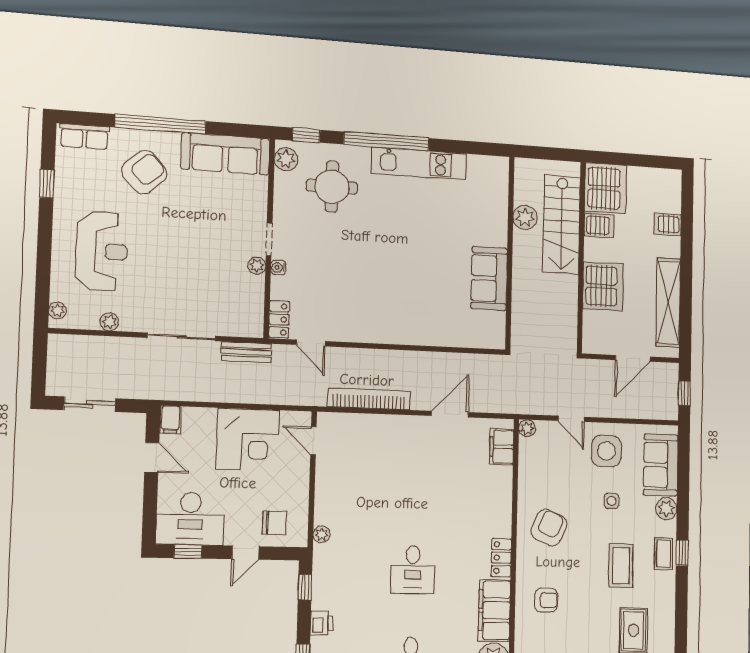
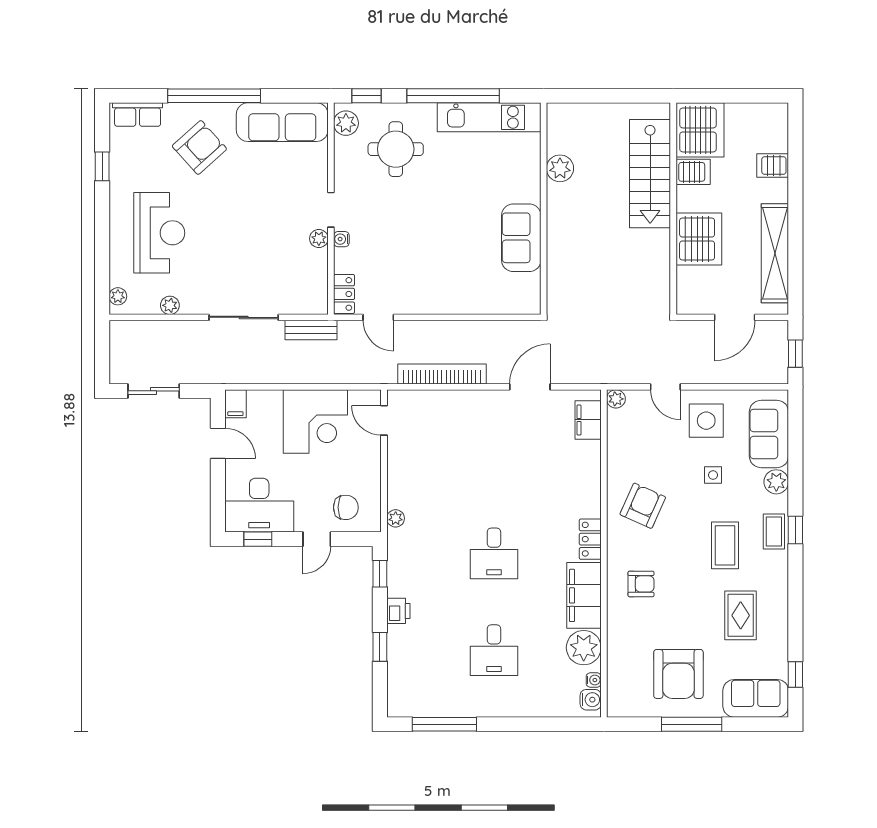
plant: (525, 217) -> (560, 168), moved
wall: (510, 253) -> (544, 209), moved
sofa: (489, 278) -> (521, 238), moved

